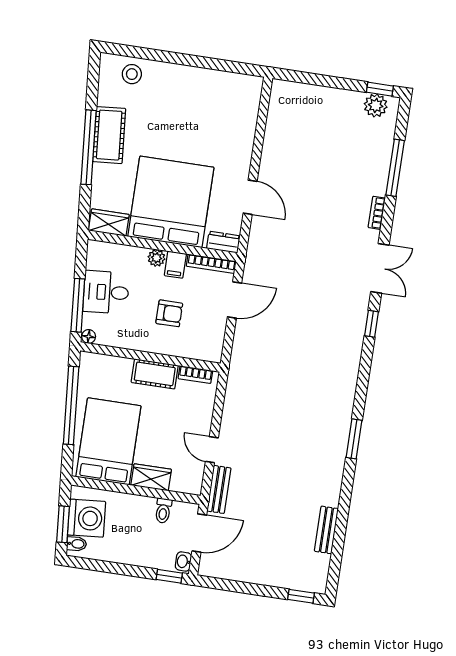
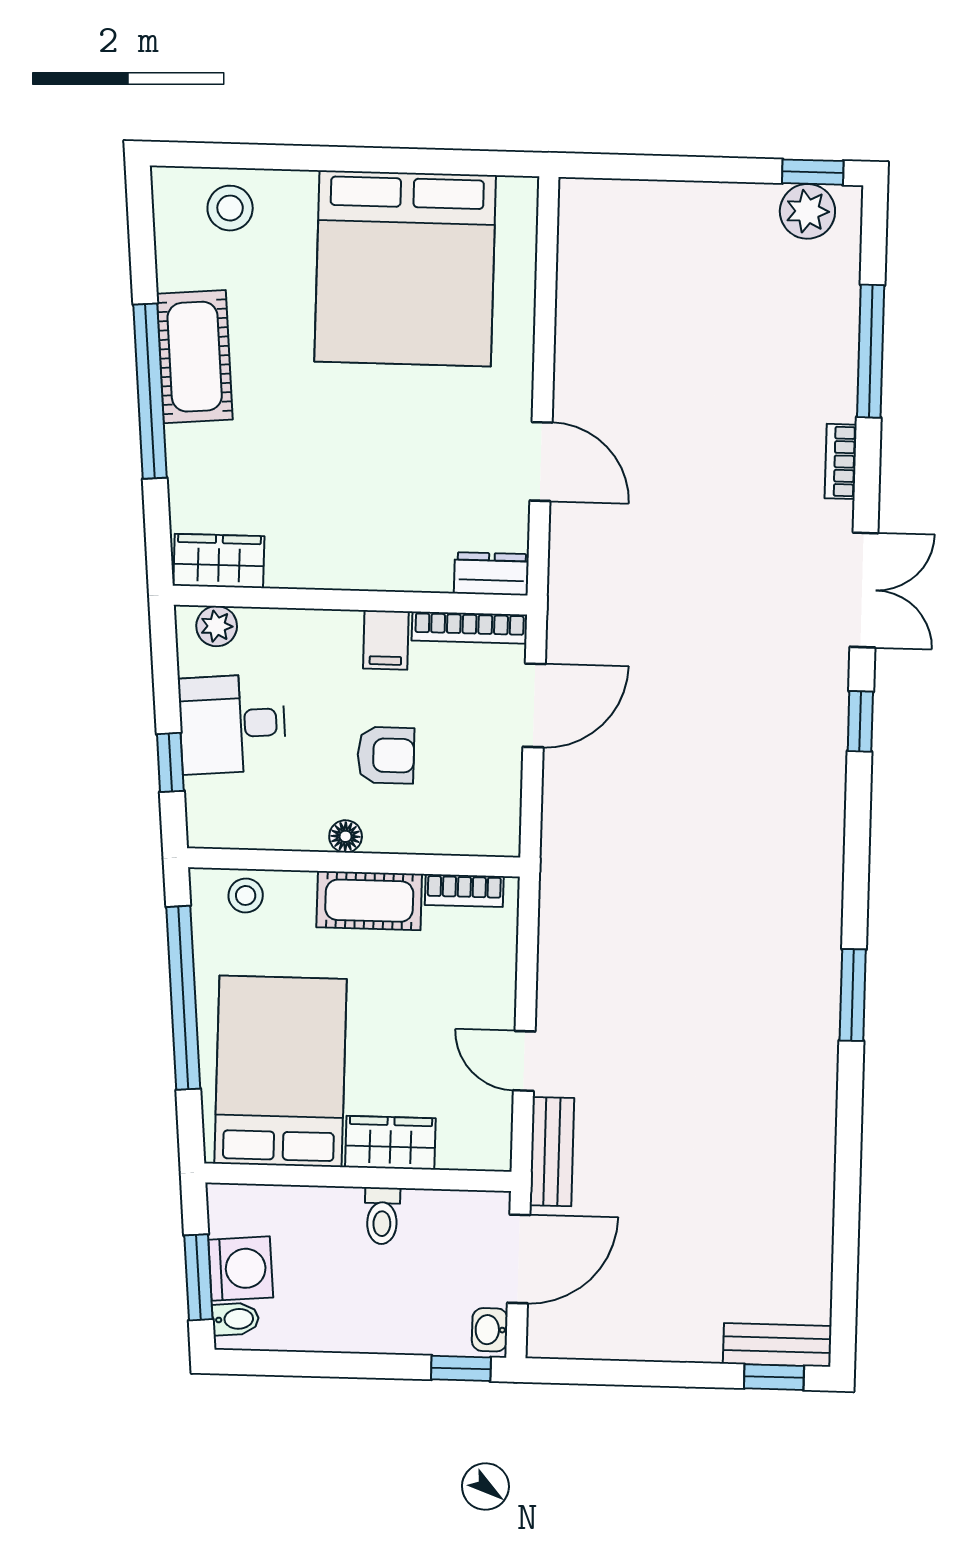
bed: (171, 202) -> (405, 268), moved, turned 180
plant: (156, 258) -> (217, 626), moved
window: (78, 305) -> (170, 762), width x0.46
floor lamp: (89, 337) -> (346, 836), moved
stool: (103, 365) -> (246, 895), added
toilet: (163, 511) -> (382, 1216), moved
washing machine: (87, 518) -> (241, 1269), width x0.73, depth x0.73
bench: (326, 530) -> (777, 1345), moved, turned 90

